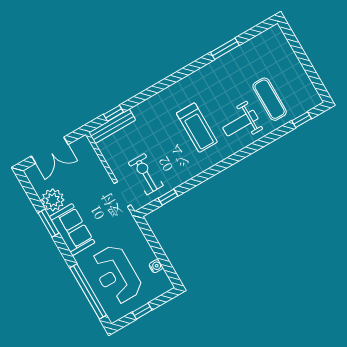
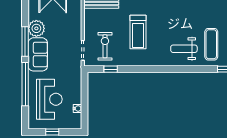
treadmill: (197, 128) -> (138, 32), moved
window: (49, 223) -> (25, 42), width x1.44
reception desk: (116, 275) -> (49, 99), turned 180
window: (88, 292) -> (25, 84), moved

